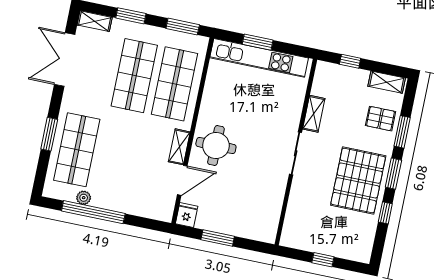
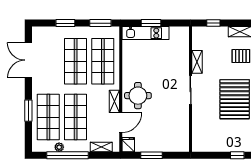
shelving: (95, 21) -> (101, 147), moved
kitchen unit: (259, 58) -> (146, 33), width x0.73
shop shelf: (117, 158) -> (76, 117), added
window: (323, 260) -> (237, 155), moved

